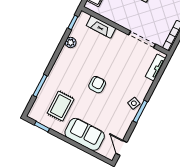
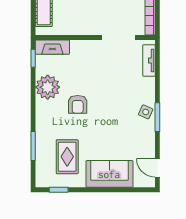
fireplace: (101, 27) -> (52, 47), moved
plant: (71, 42) -> (48, 87), width x1.88, depth x1.88
armchair: (97, 85) -> (78, 104), moved, turned 180

